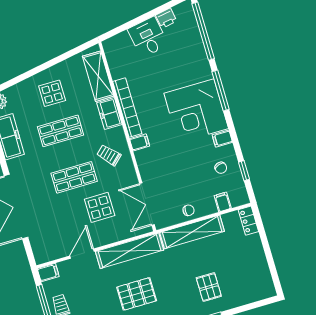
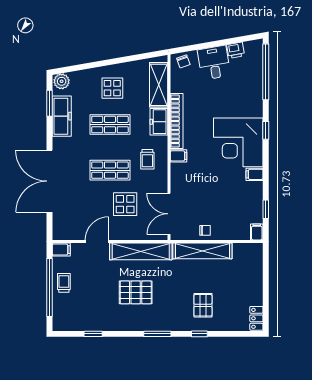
window: (221, 91) -> (266, 130), width x0.46
trolley: (109, 155) -> (147, 159), turned -137
chair: (221, 168) -> (183, 61), moved
filing cabinet: (223, 202) -> (257, 232), moved
locker: (248, 221) -> (256, 318), moved

